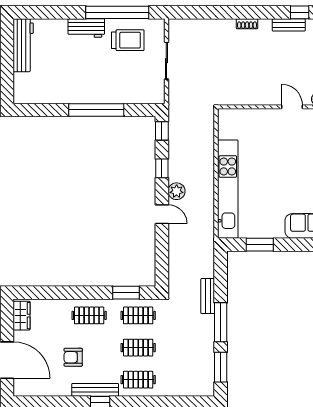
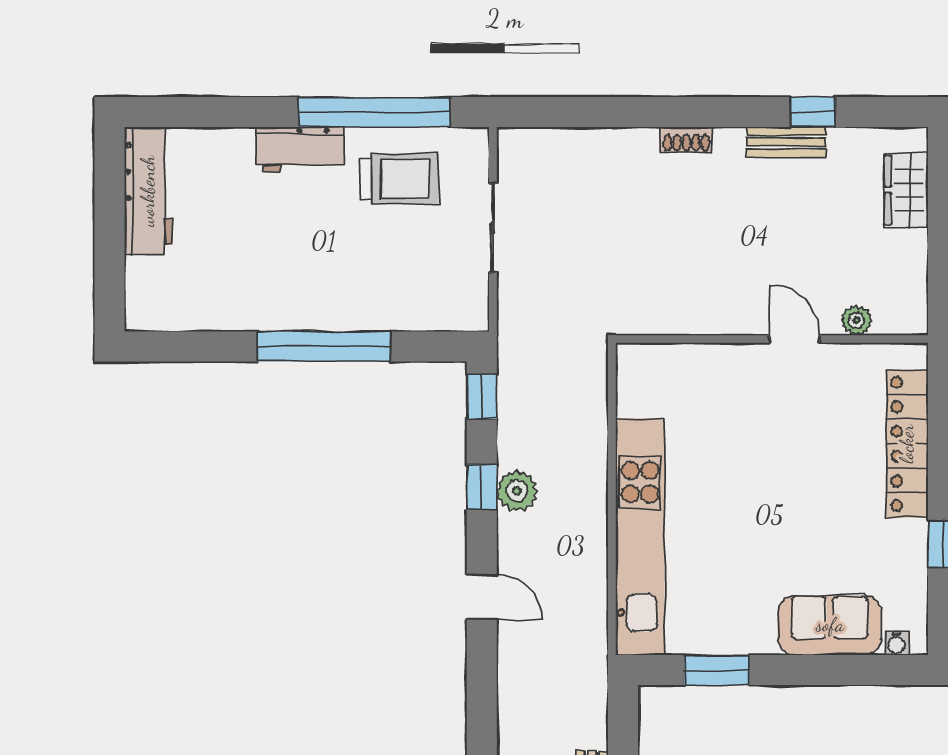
plant: (177, 191) -> (517, 491), moved

